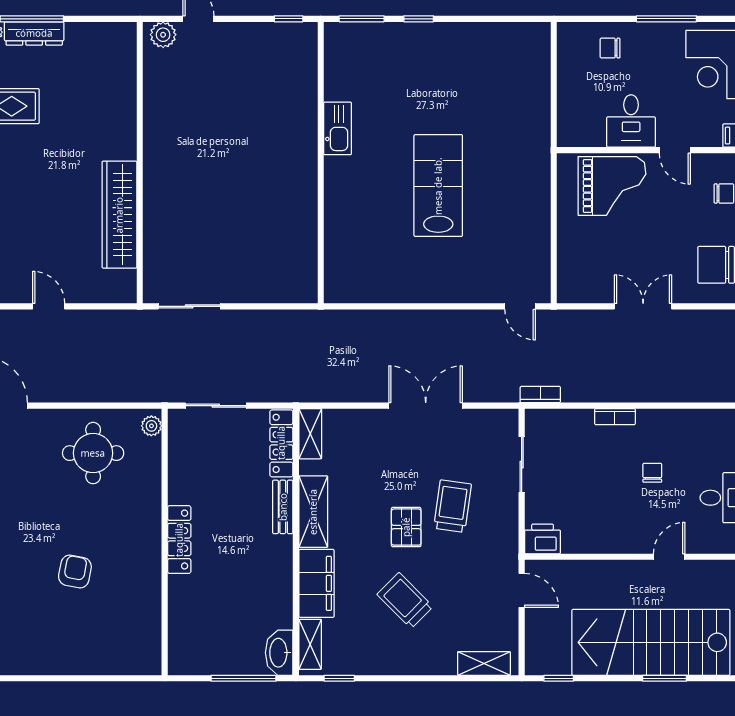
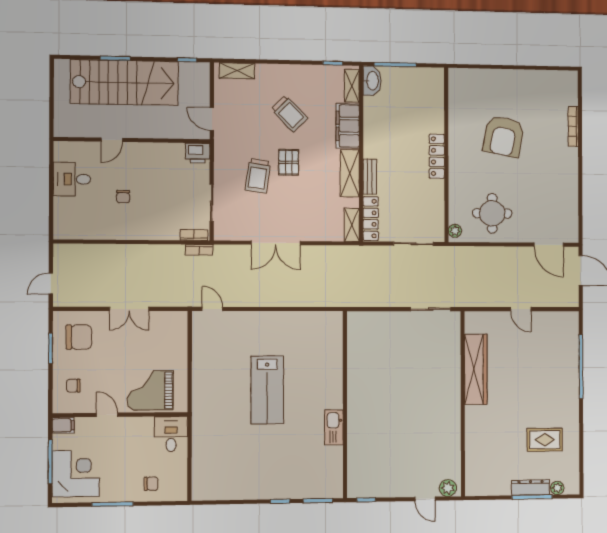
desk: (631, 121) -> (171, 434), moved
bookcase: (615, 417) -> (194, 235), moved
armchair: (75, 572) -> (504, 136), width x1.88, depth x1.88

